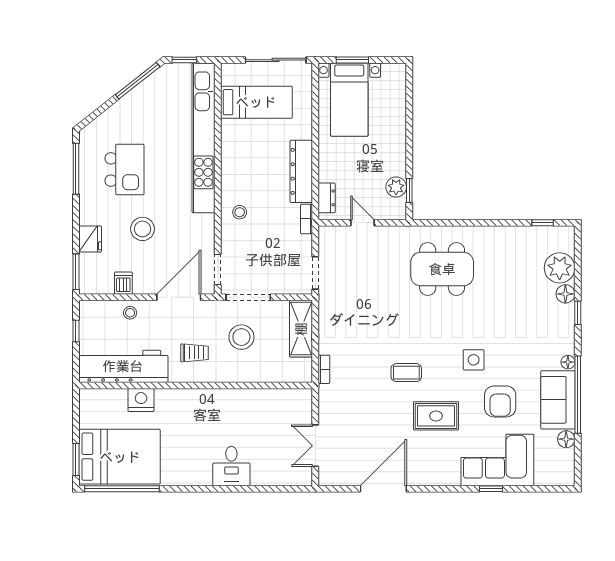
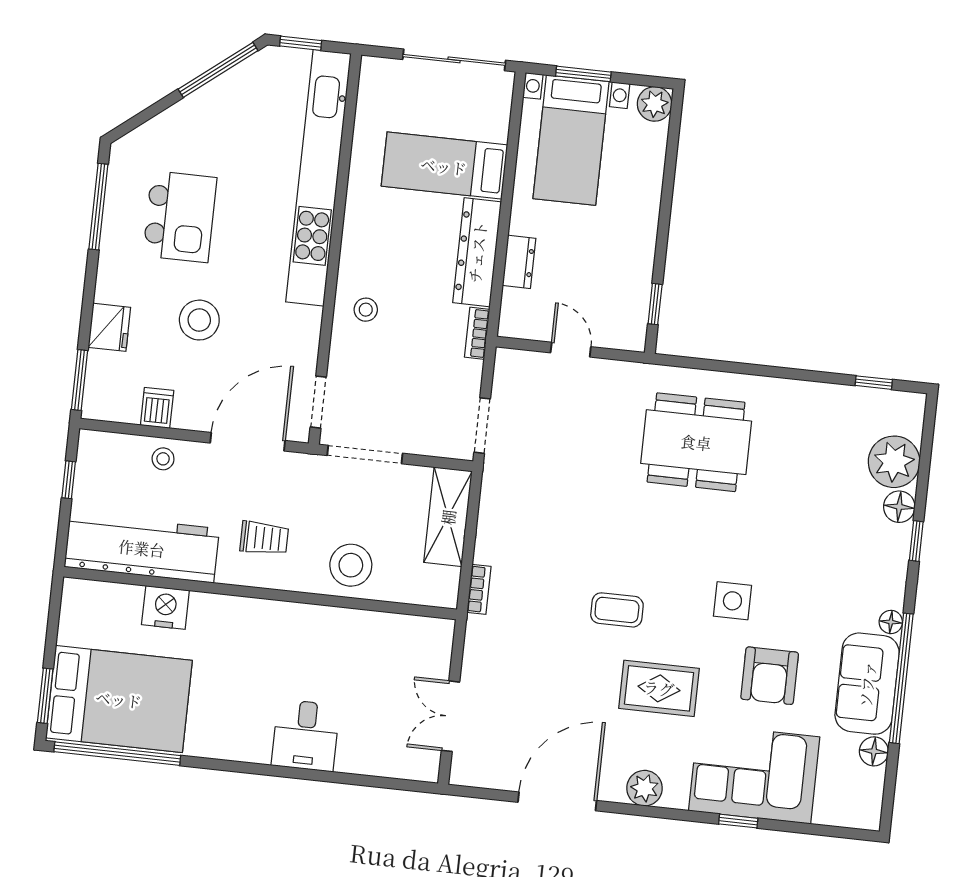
bed: (256, 102) -> (444, 166), moved, turned 180
plant: (396, 187) -> (655, 104), moved
dresser: (327, 198) -> (519, 262), moved
stool: (241, 337) -> (351, 565), moved
plant: (434, 475) -> (645, 788), added

